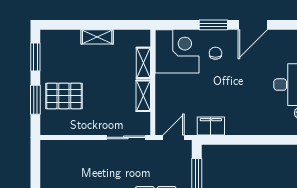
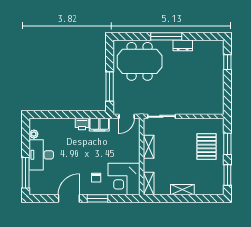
shelving: (143, 63) -> (149, 183), moved
pallet: (64, 96) -> (207, 147), turned 90
printer: (235, 127) -> (82, 124), added

